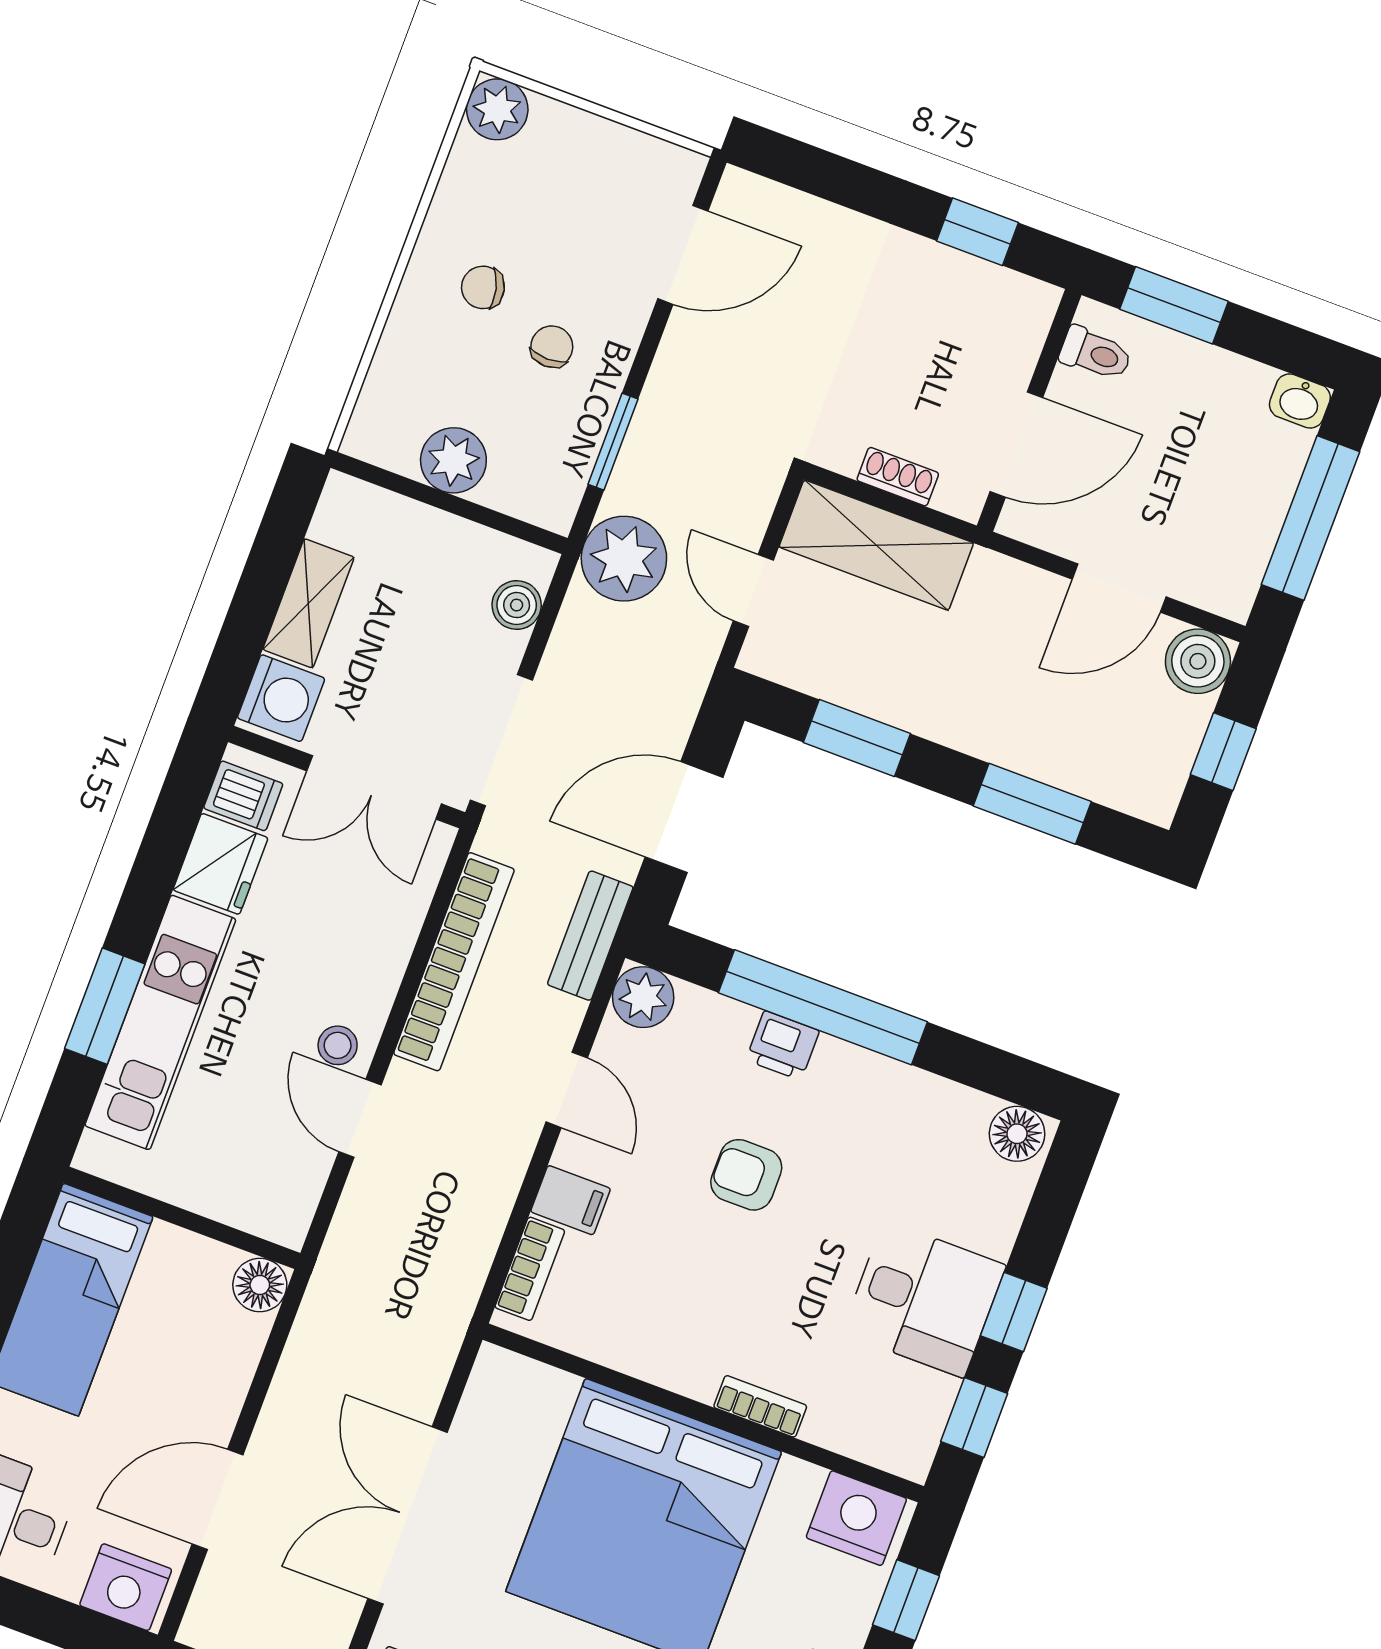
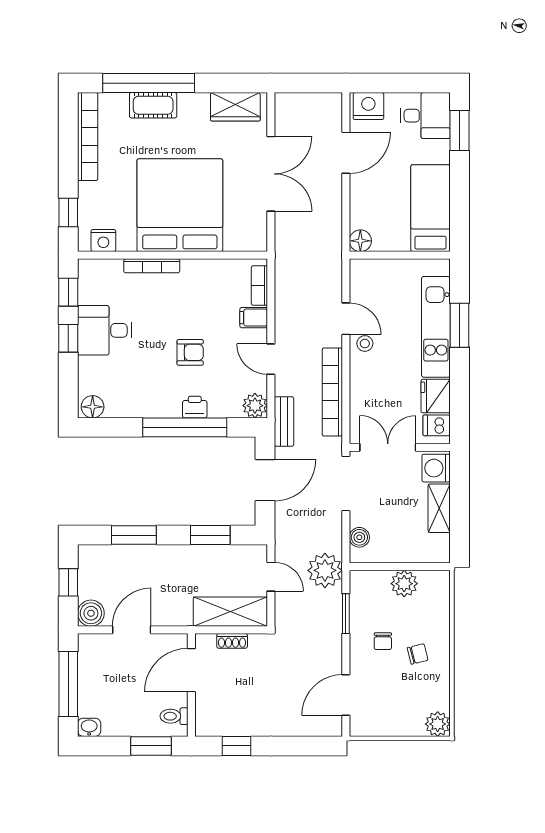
bookcase: (760, 1406) -> (152, 266), width x1.56
nightstand: (856, 1518) -> (103, 241), width x0.74, depth x0.75

